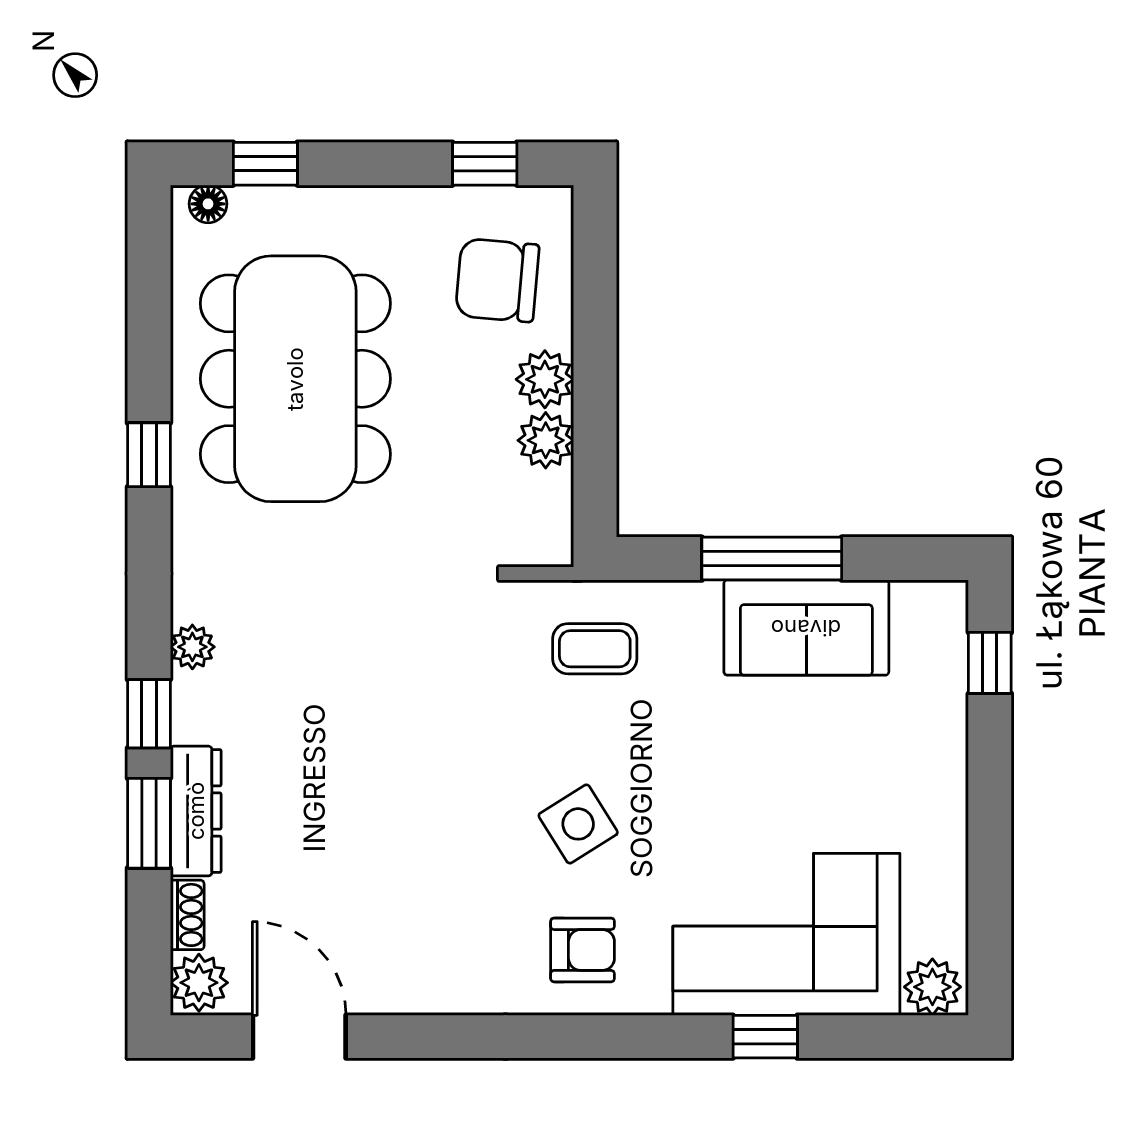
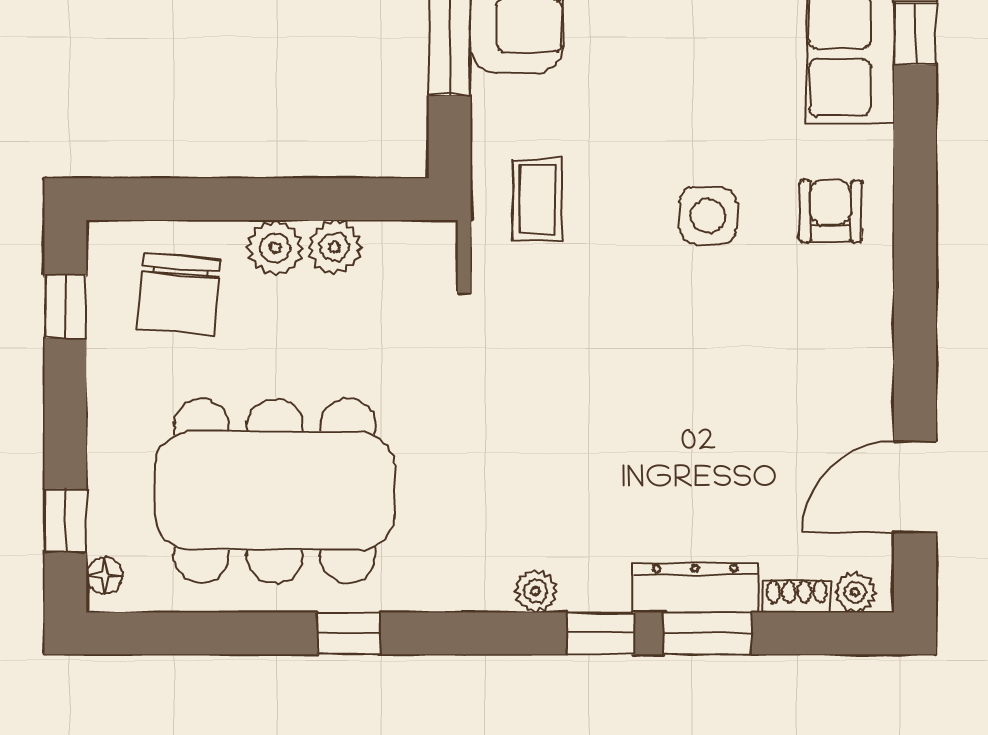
side table: (578, 824) -> (708, 216), turned 32
plant: (199, 983) -> (855, 592), width x0.73, depth x0.73

